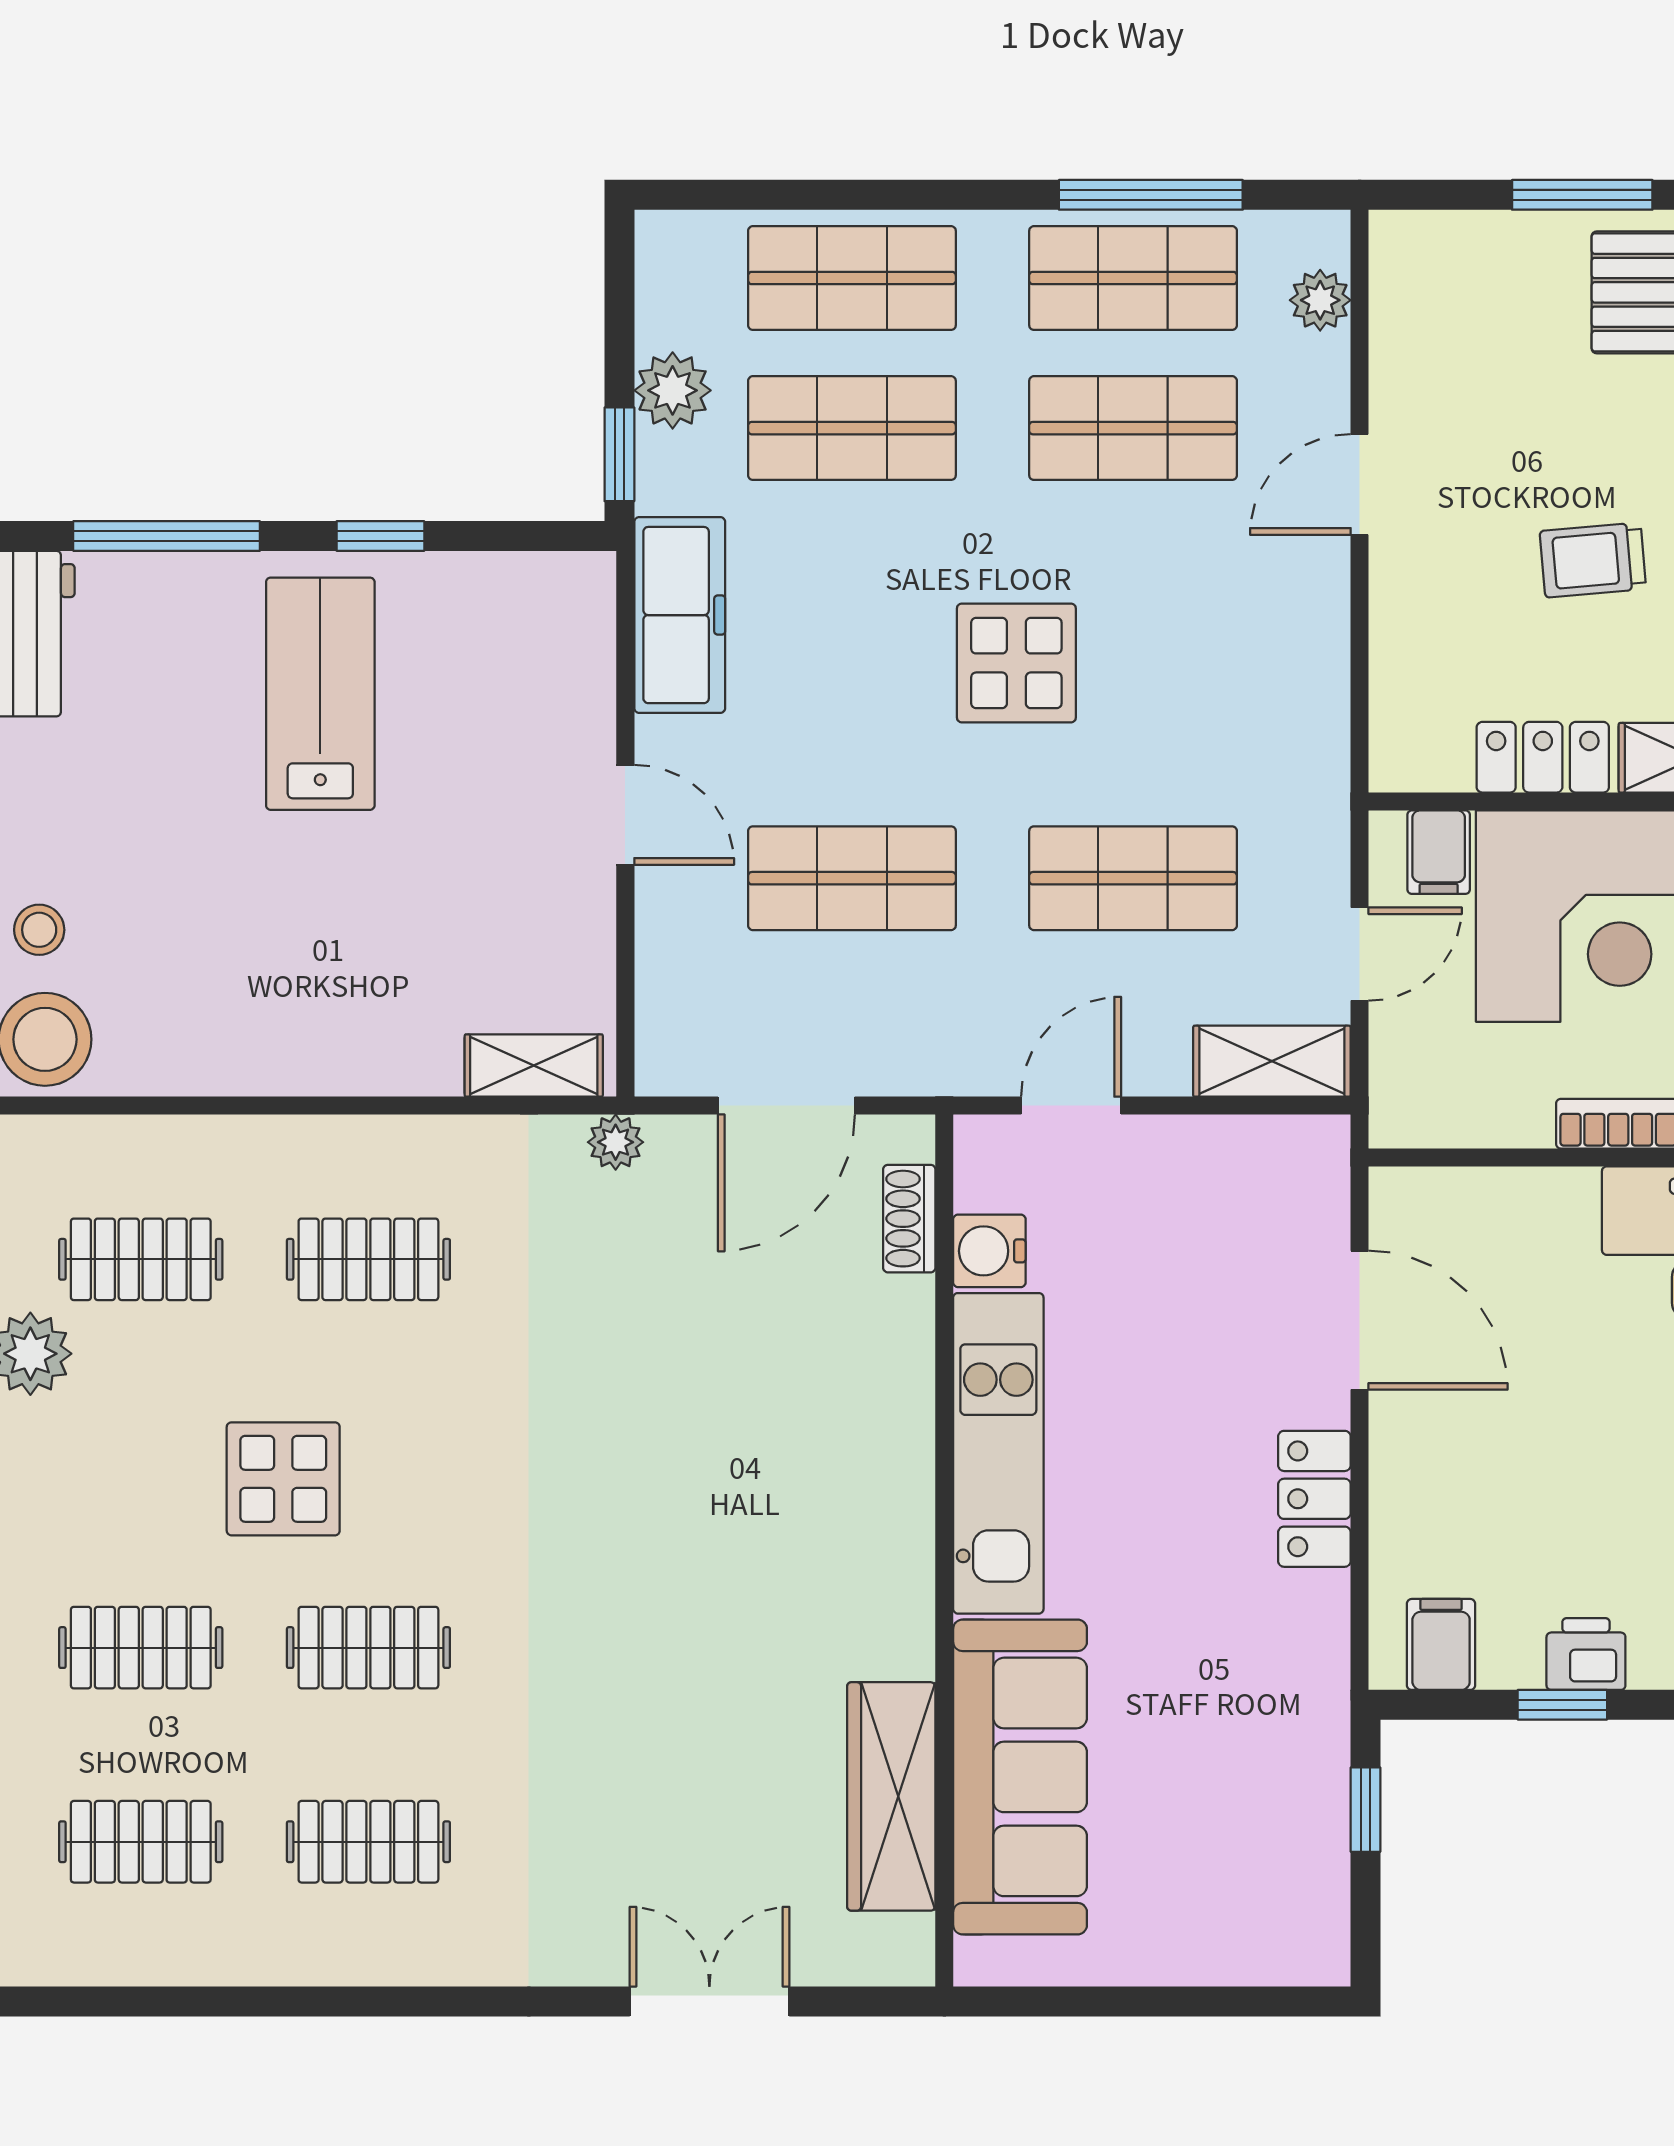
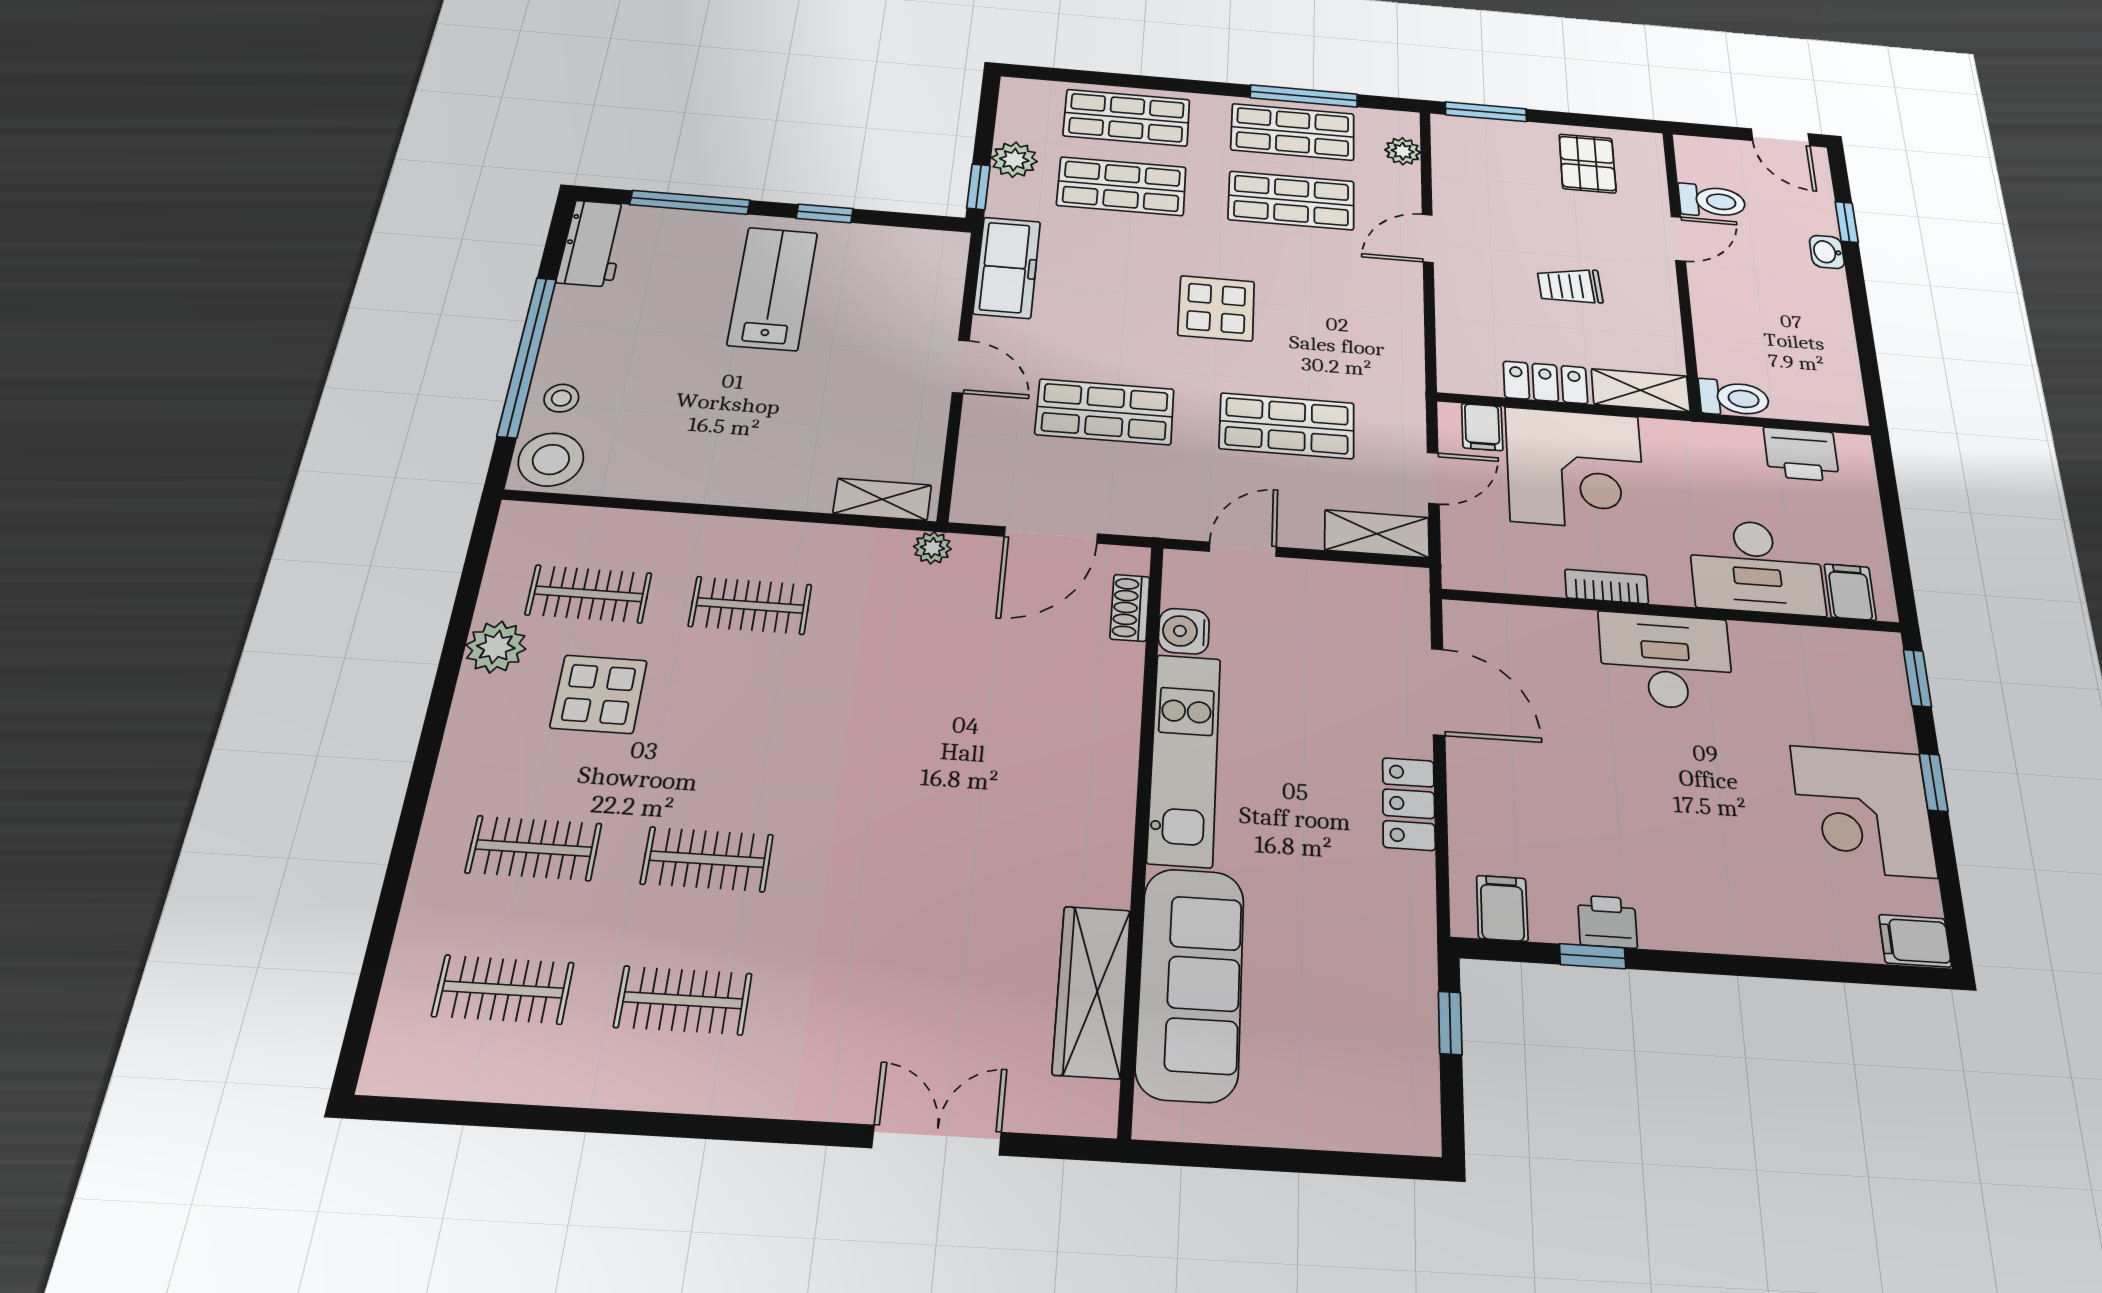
window: (1582, 195) -> (1486, 112), moved
display table: (283, 1479) -> (599, 694), moved

